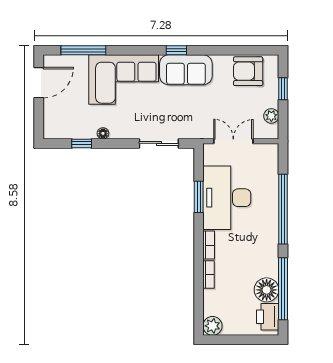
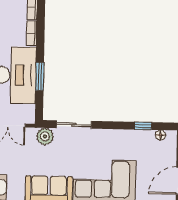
plant: (191, 129) -> (45, 136), added
floor lamp: (103, 133) -> (160, 135), moved

